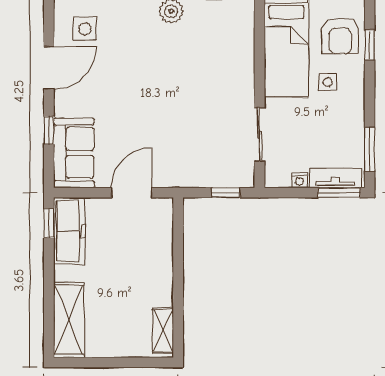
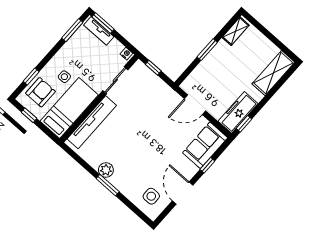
tv unit: (242, 56) -> (92, 122), added
door: (49, 68) -> (183, 193), hinge flipped
nightstand: (300, 180) -> (126, 54), moved
window: (178, 275) -> (207, 50), added

